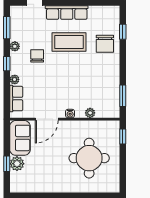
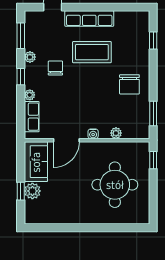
chair: (105, 44) -> (129, 84), moved

